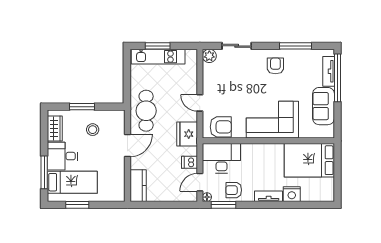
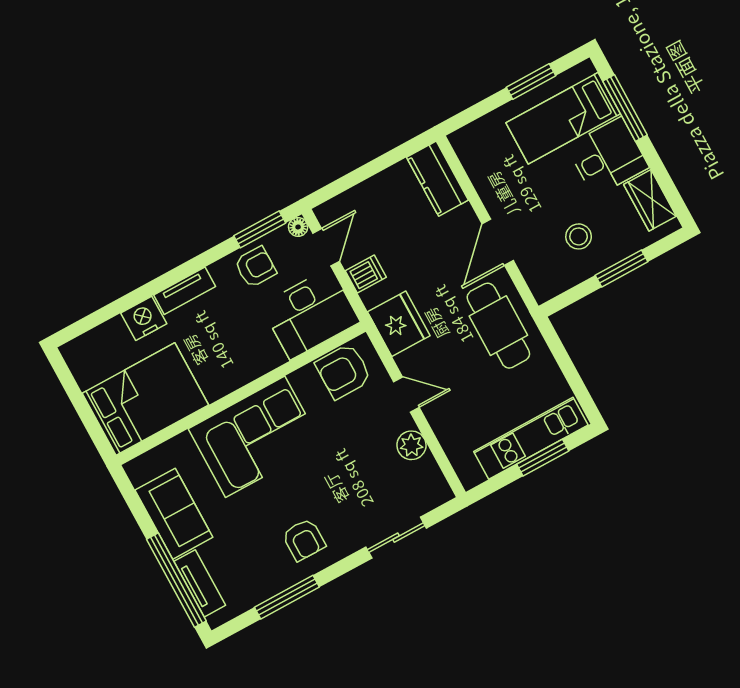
plant: (209, 56) -> (411, 445), moved

